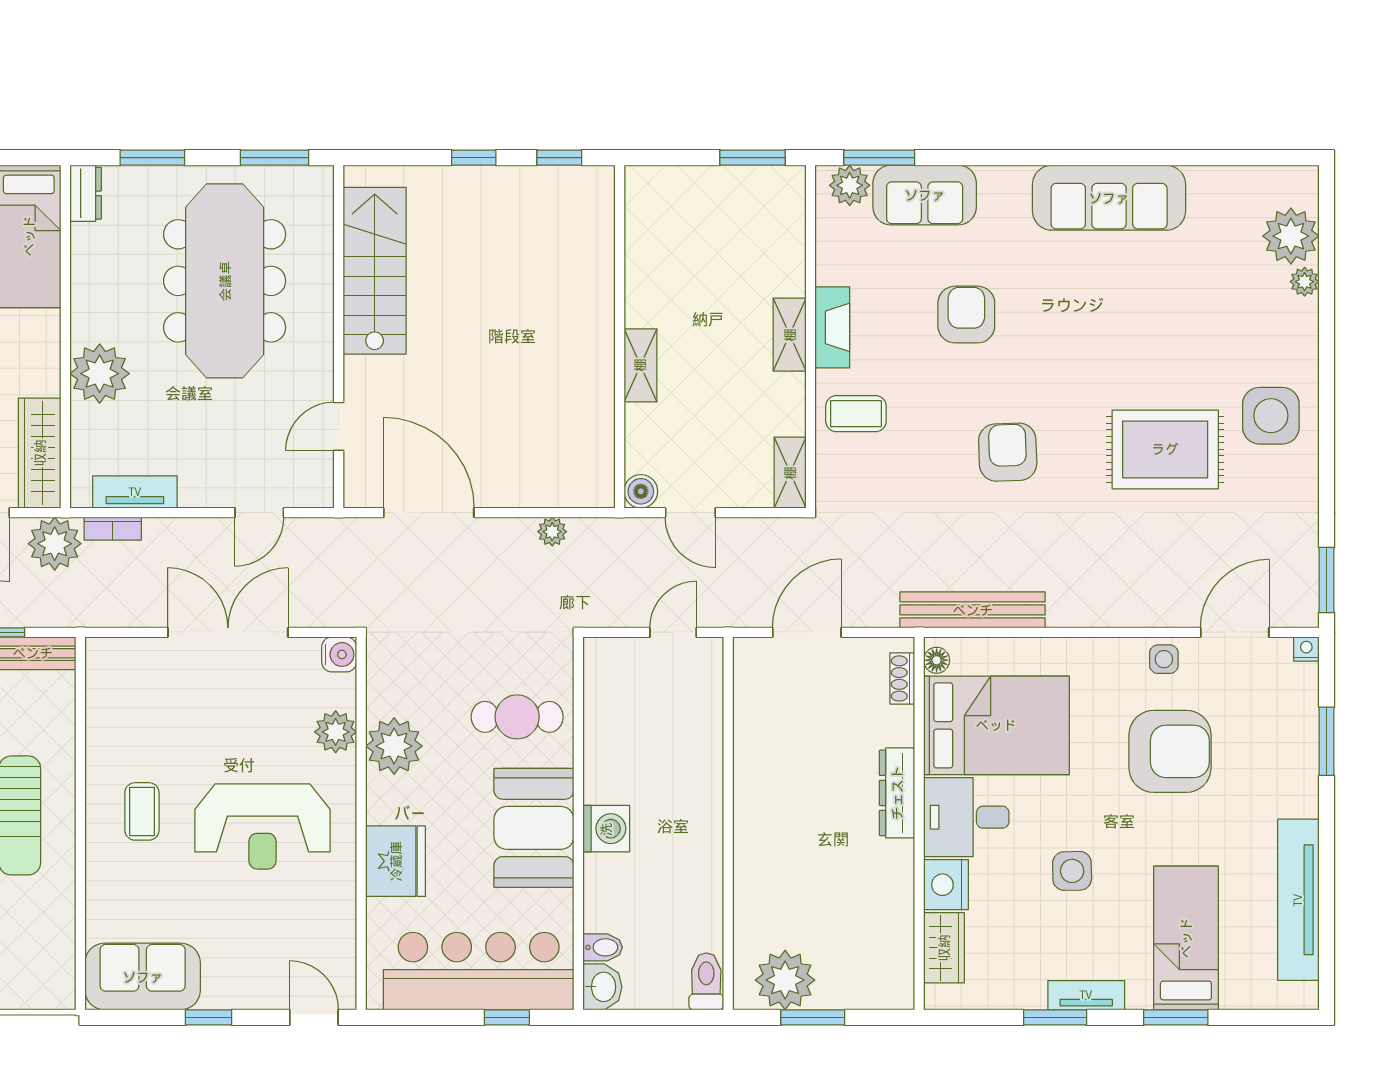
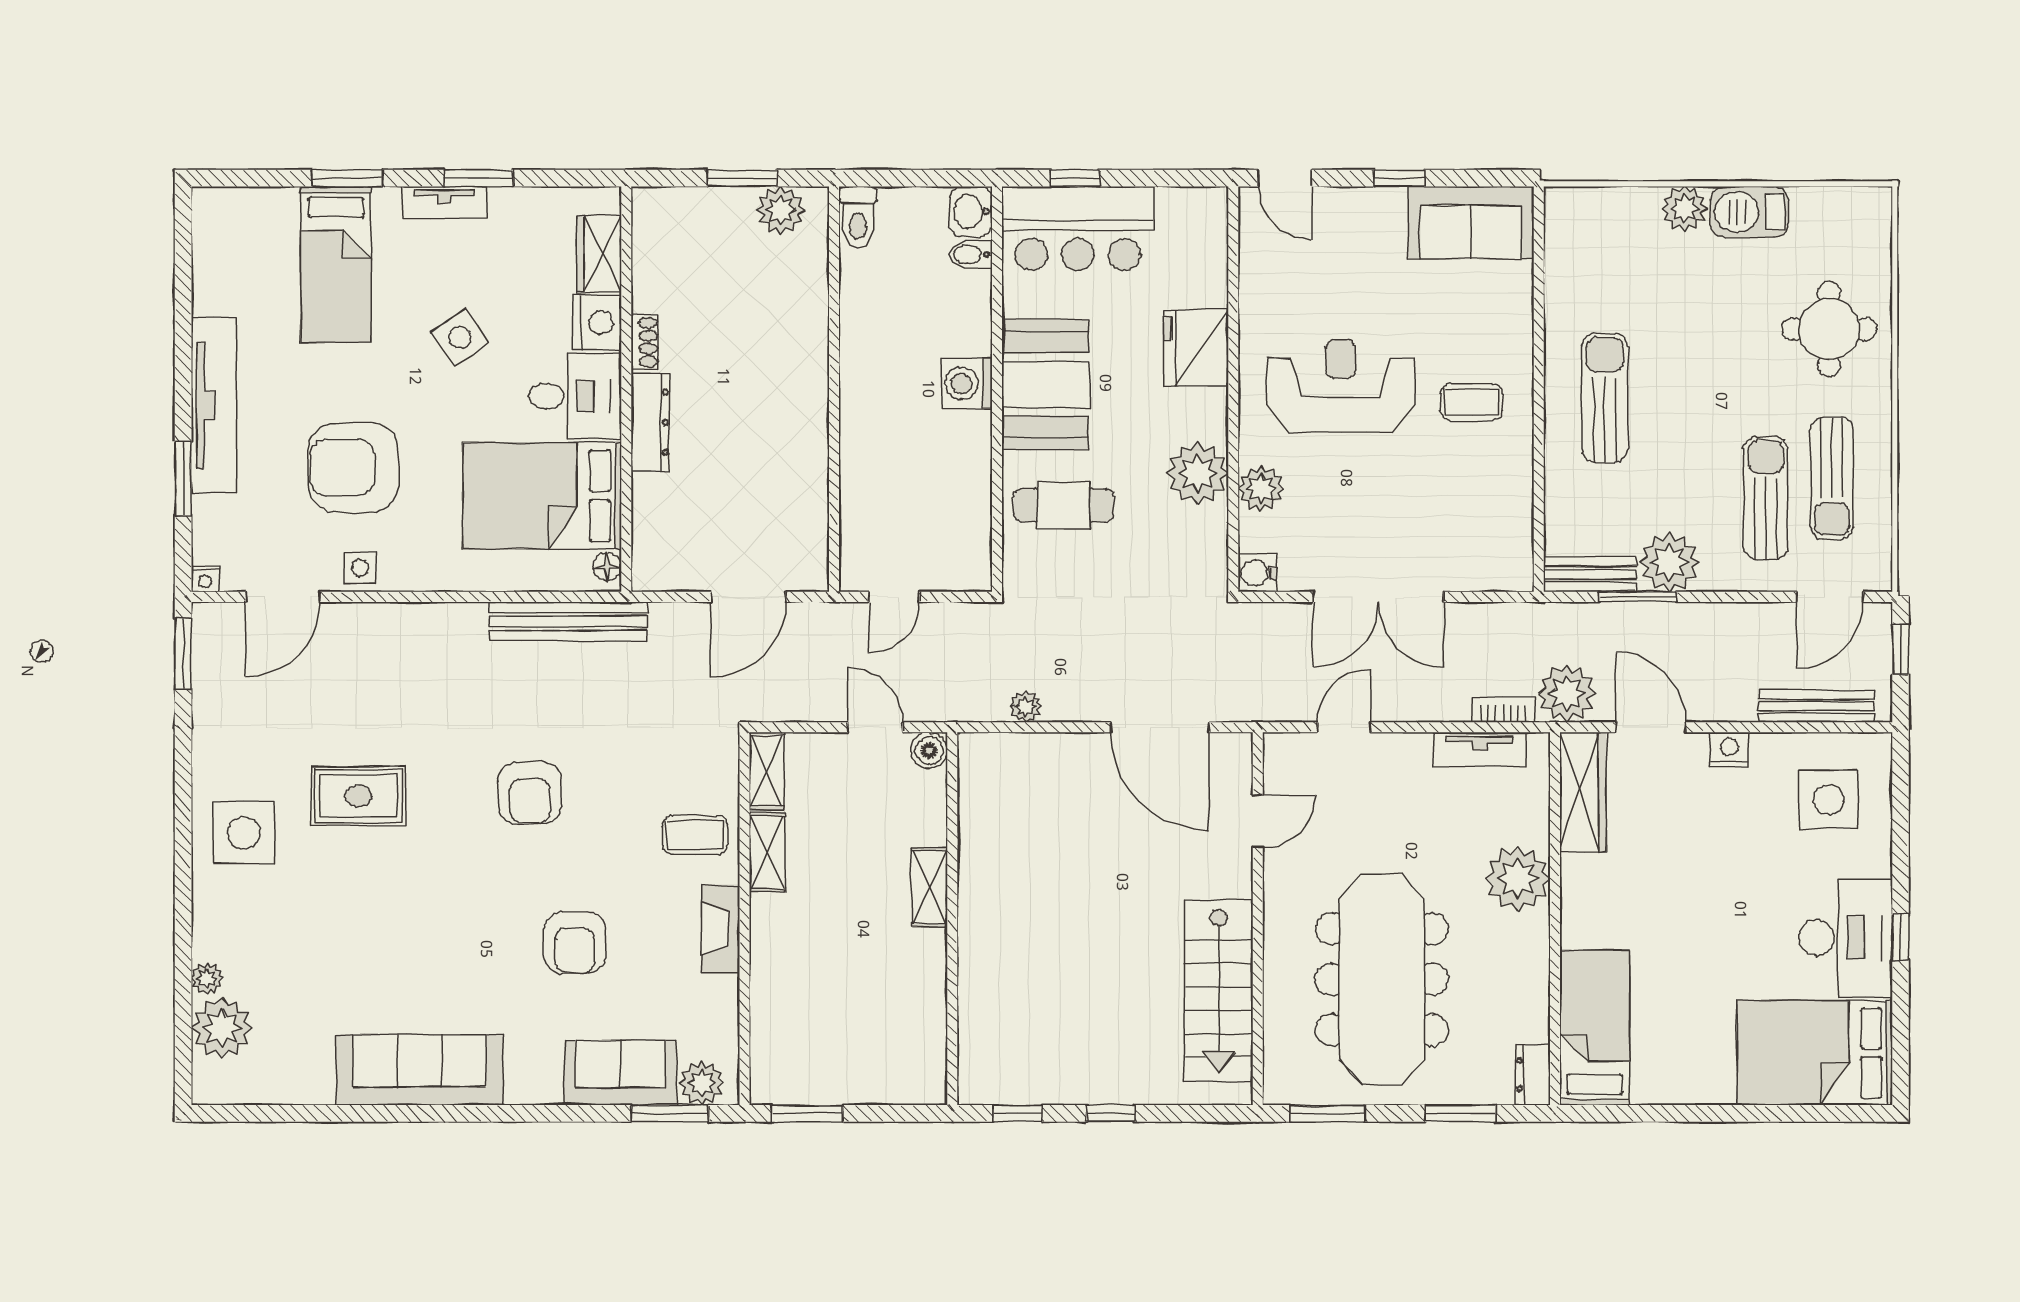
shelving: (790, 335) -> (767, 852), moved
rug: (1165, 449) -> (359, 796), width x0.73, depth x0.70
shoe rack: (902, 678) -> (645, 342), moved
coffee table: (142, 811) -> (1472, 402), turned 90
side table: (1072, 871) -> (460, 337), turned -34
tv unit: (1298, 900) -> (214, 405), moved
bar counter: (479, 971) -> (1078, 228), width x0.73
plant: (785, 980) -> (781, 210), width x0.73, depth x0.73

